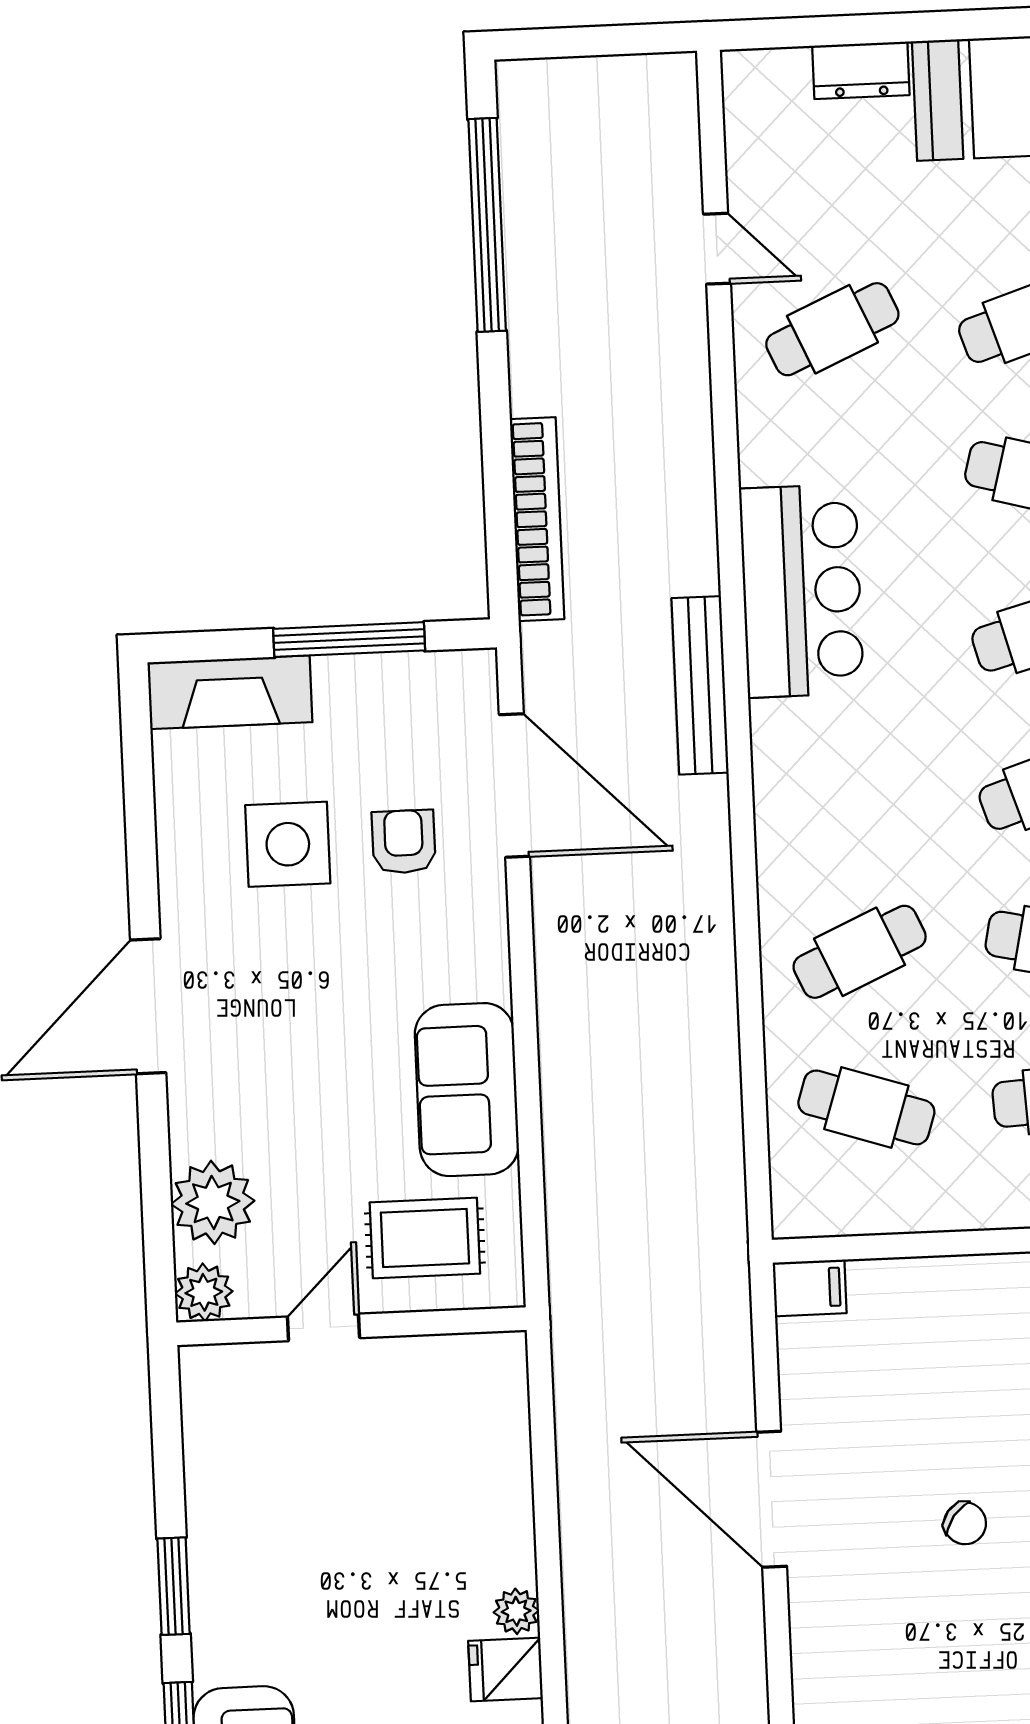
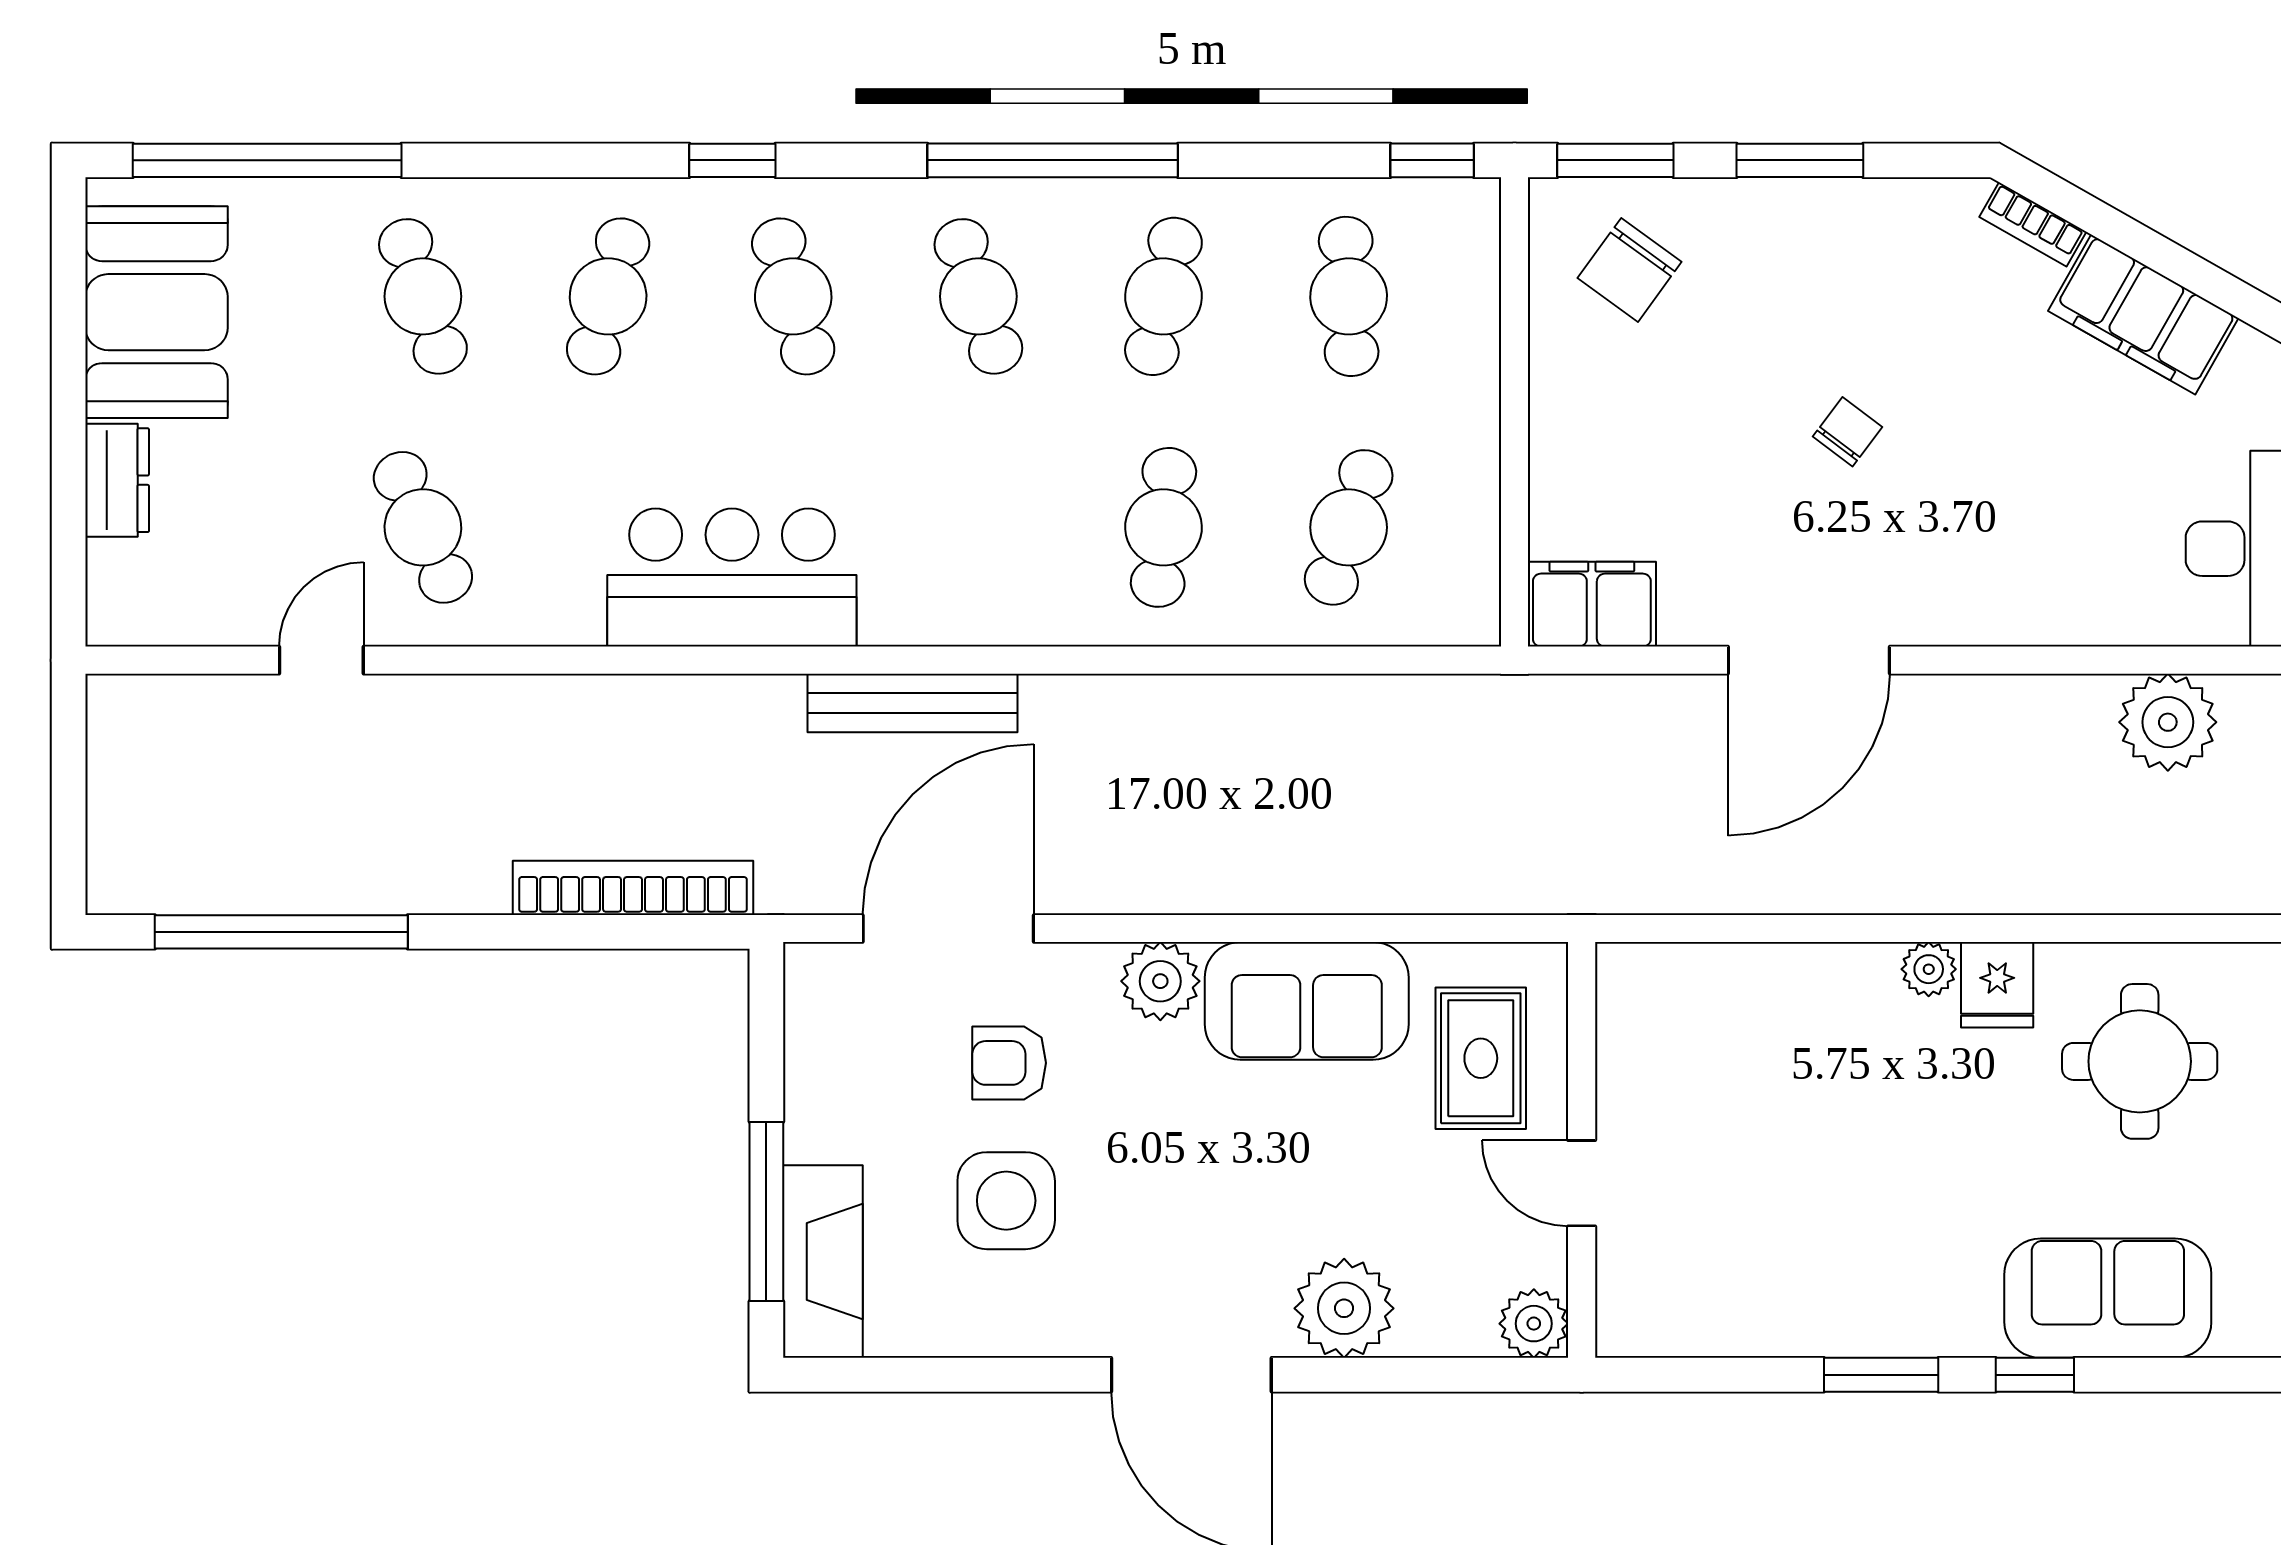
window: (349, 640) -> (766, 1211), moved
bench: (700, 685) -> (912, 703), moved
cafe table: (860, 952) -> (1163, 527), turned 30
plant: (478, 966) -> (1160, 981), added
plant: (213, 1202) -> (1344, 1308), moved
filing cabinet: (810, 1288) -> (1592, 604), width x2.00

